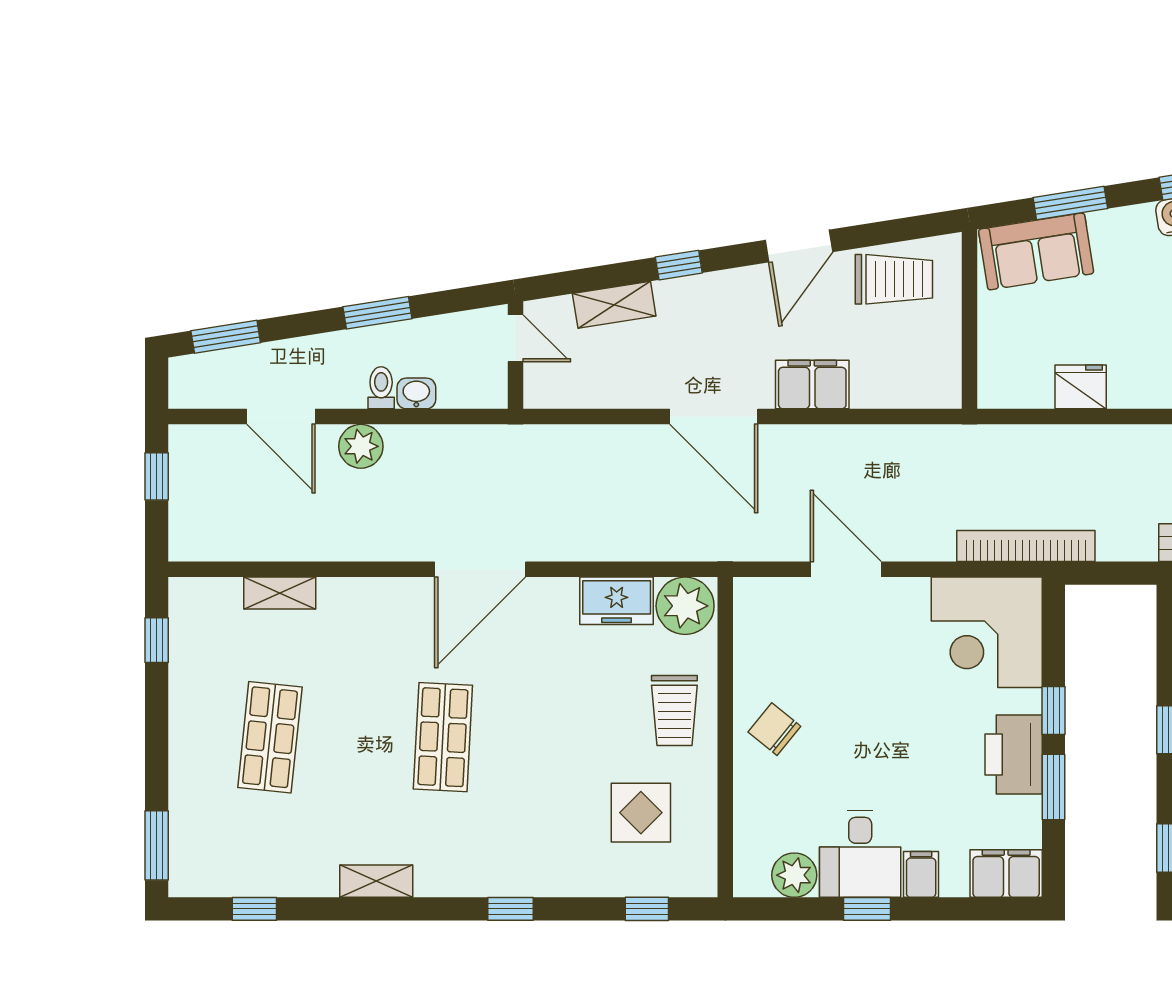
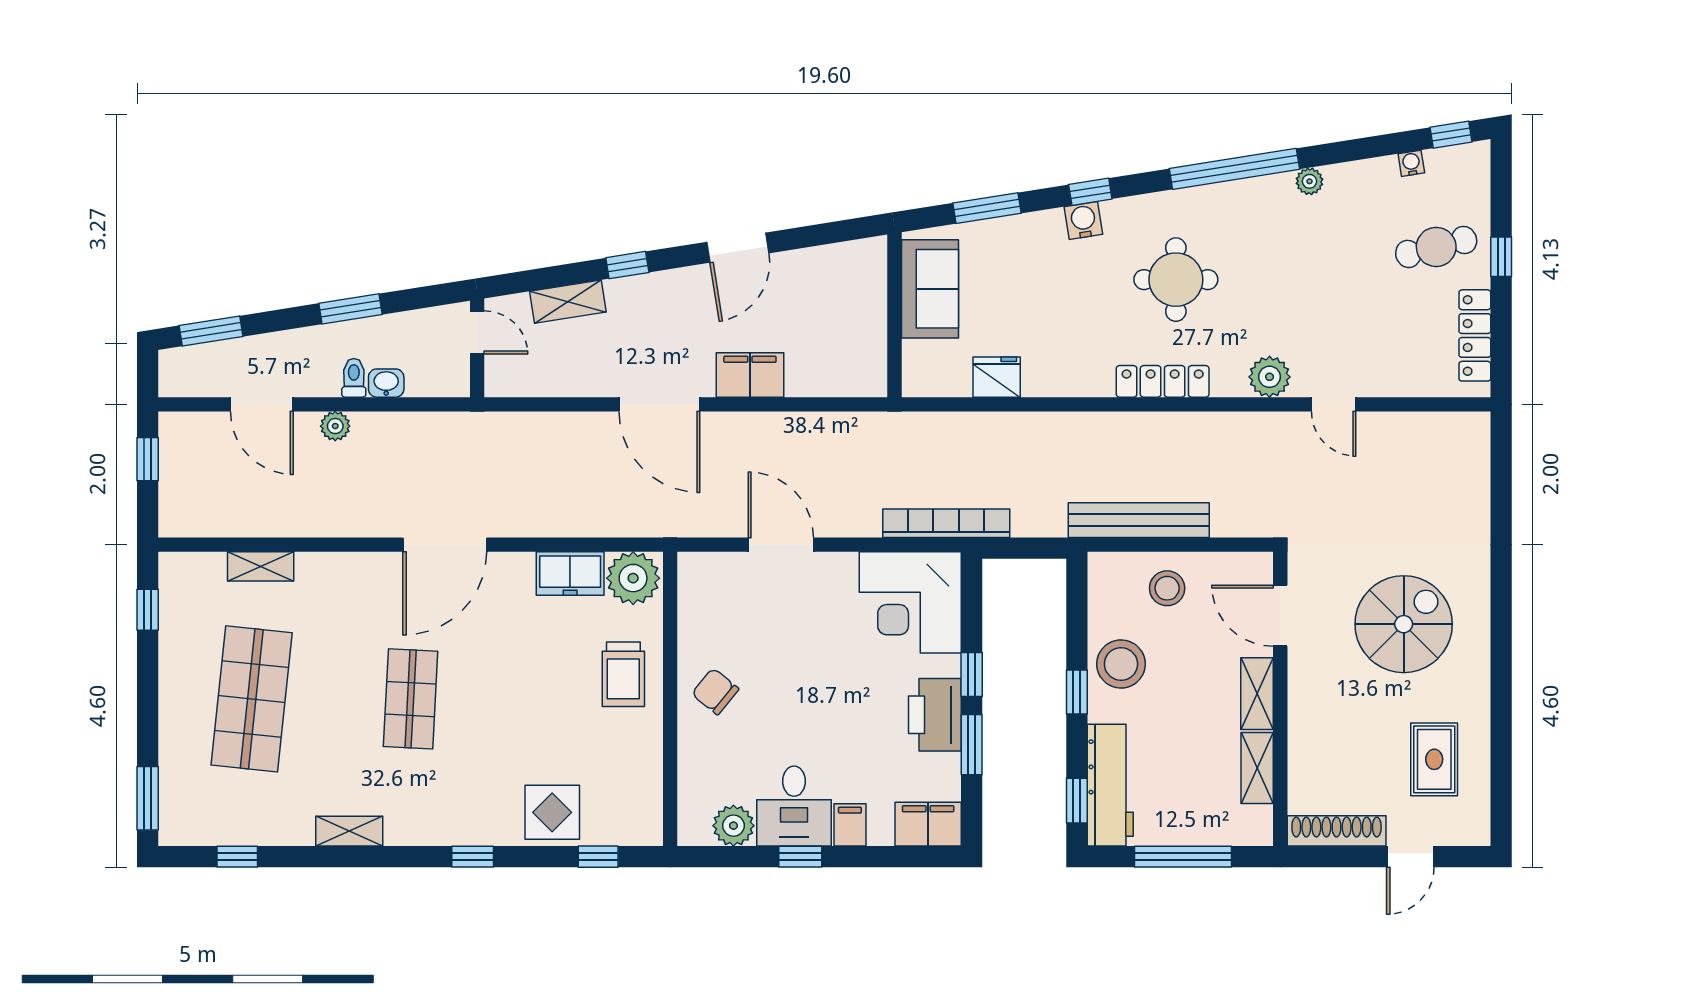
sofa: (1036, 251) -> (930, 289), moved, turned -81
trolley: (894, 279) -> (825, 278), removed
plant: (361, 446) -> (335, 426), width x0.73, depth x0.73
shop shelf: (270, 737) -> (252, 699), width x1.43, depth x1.36
display table: (641, 813) -> (552, 812), moved

